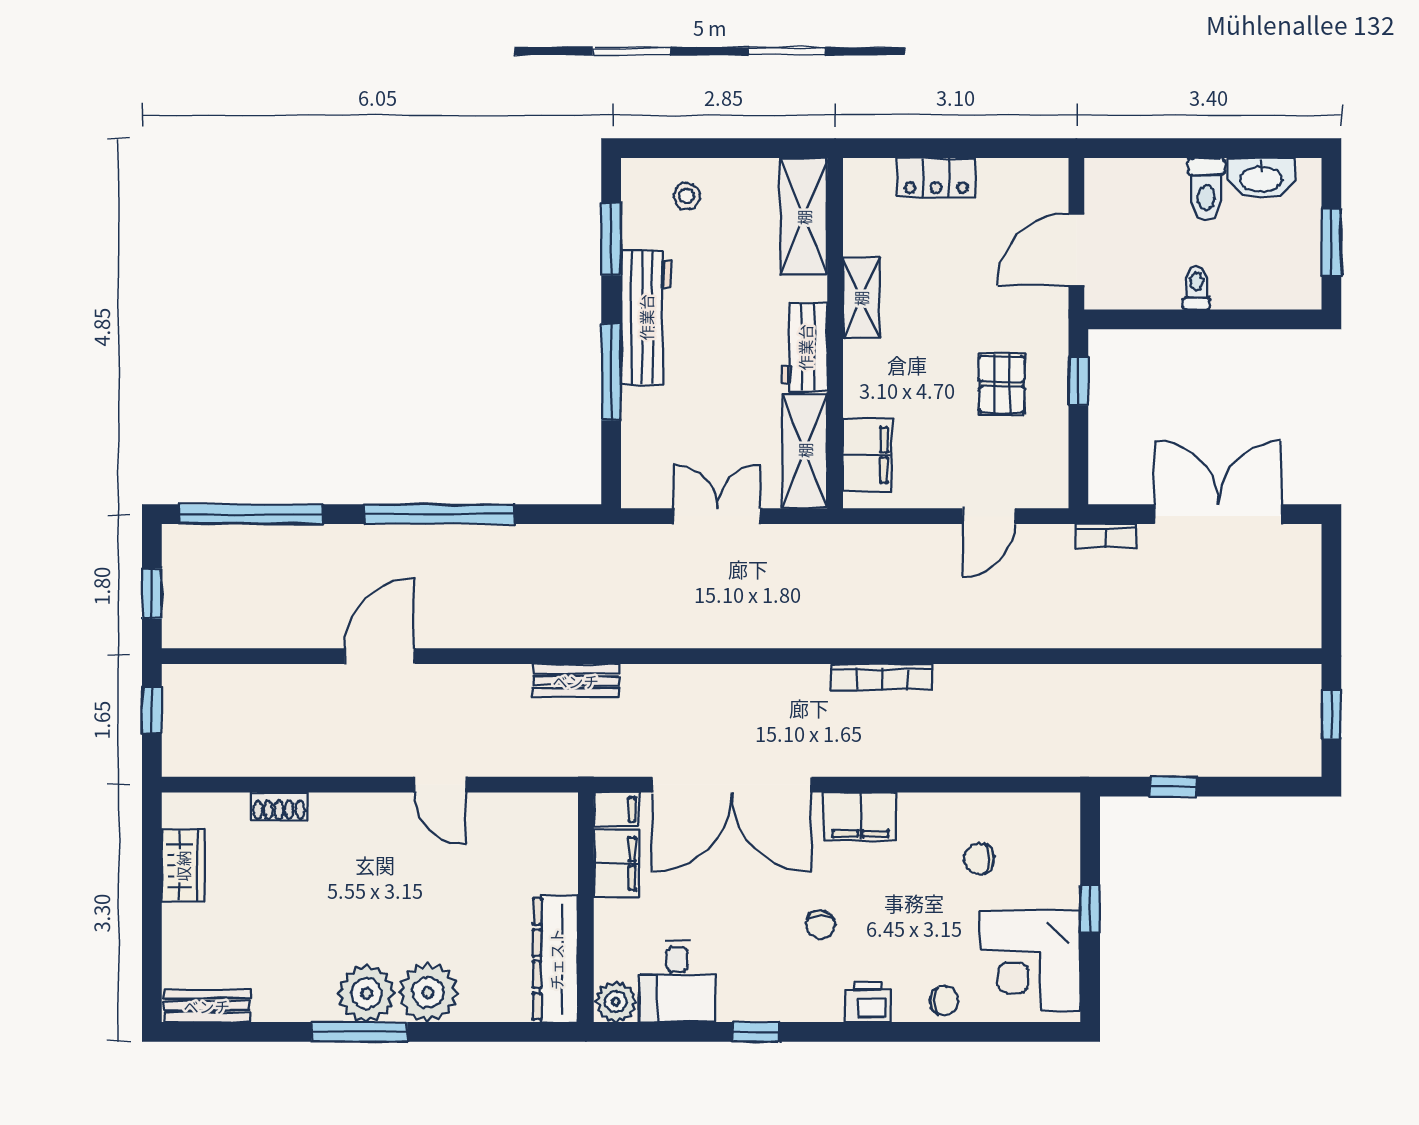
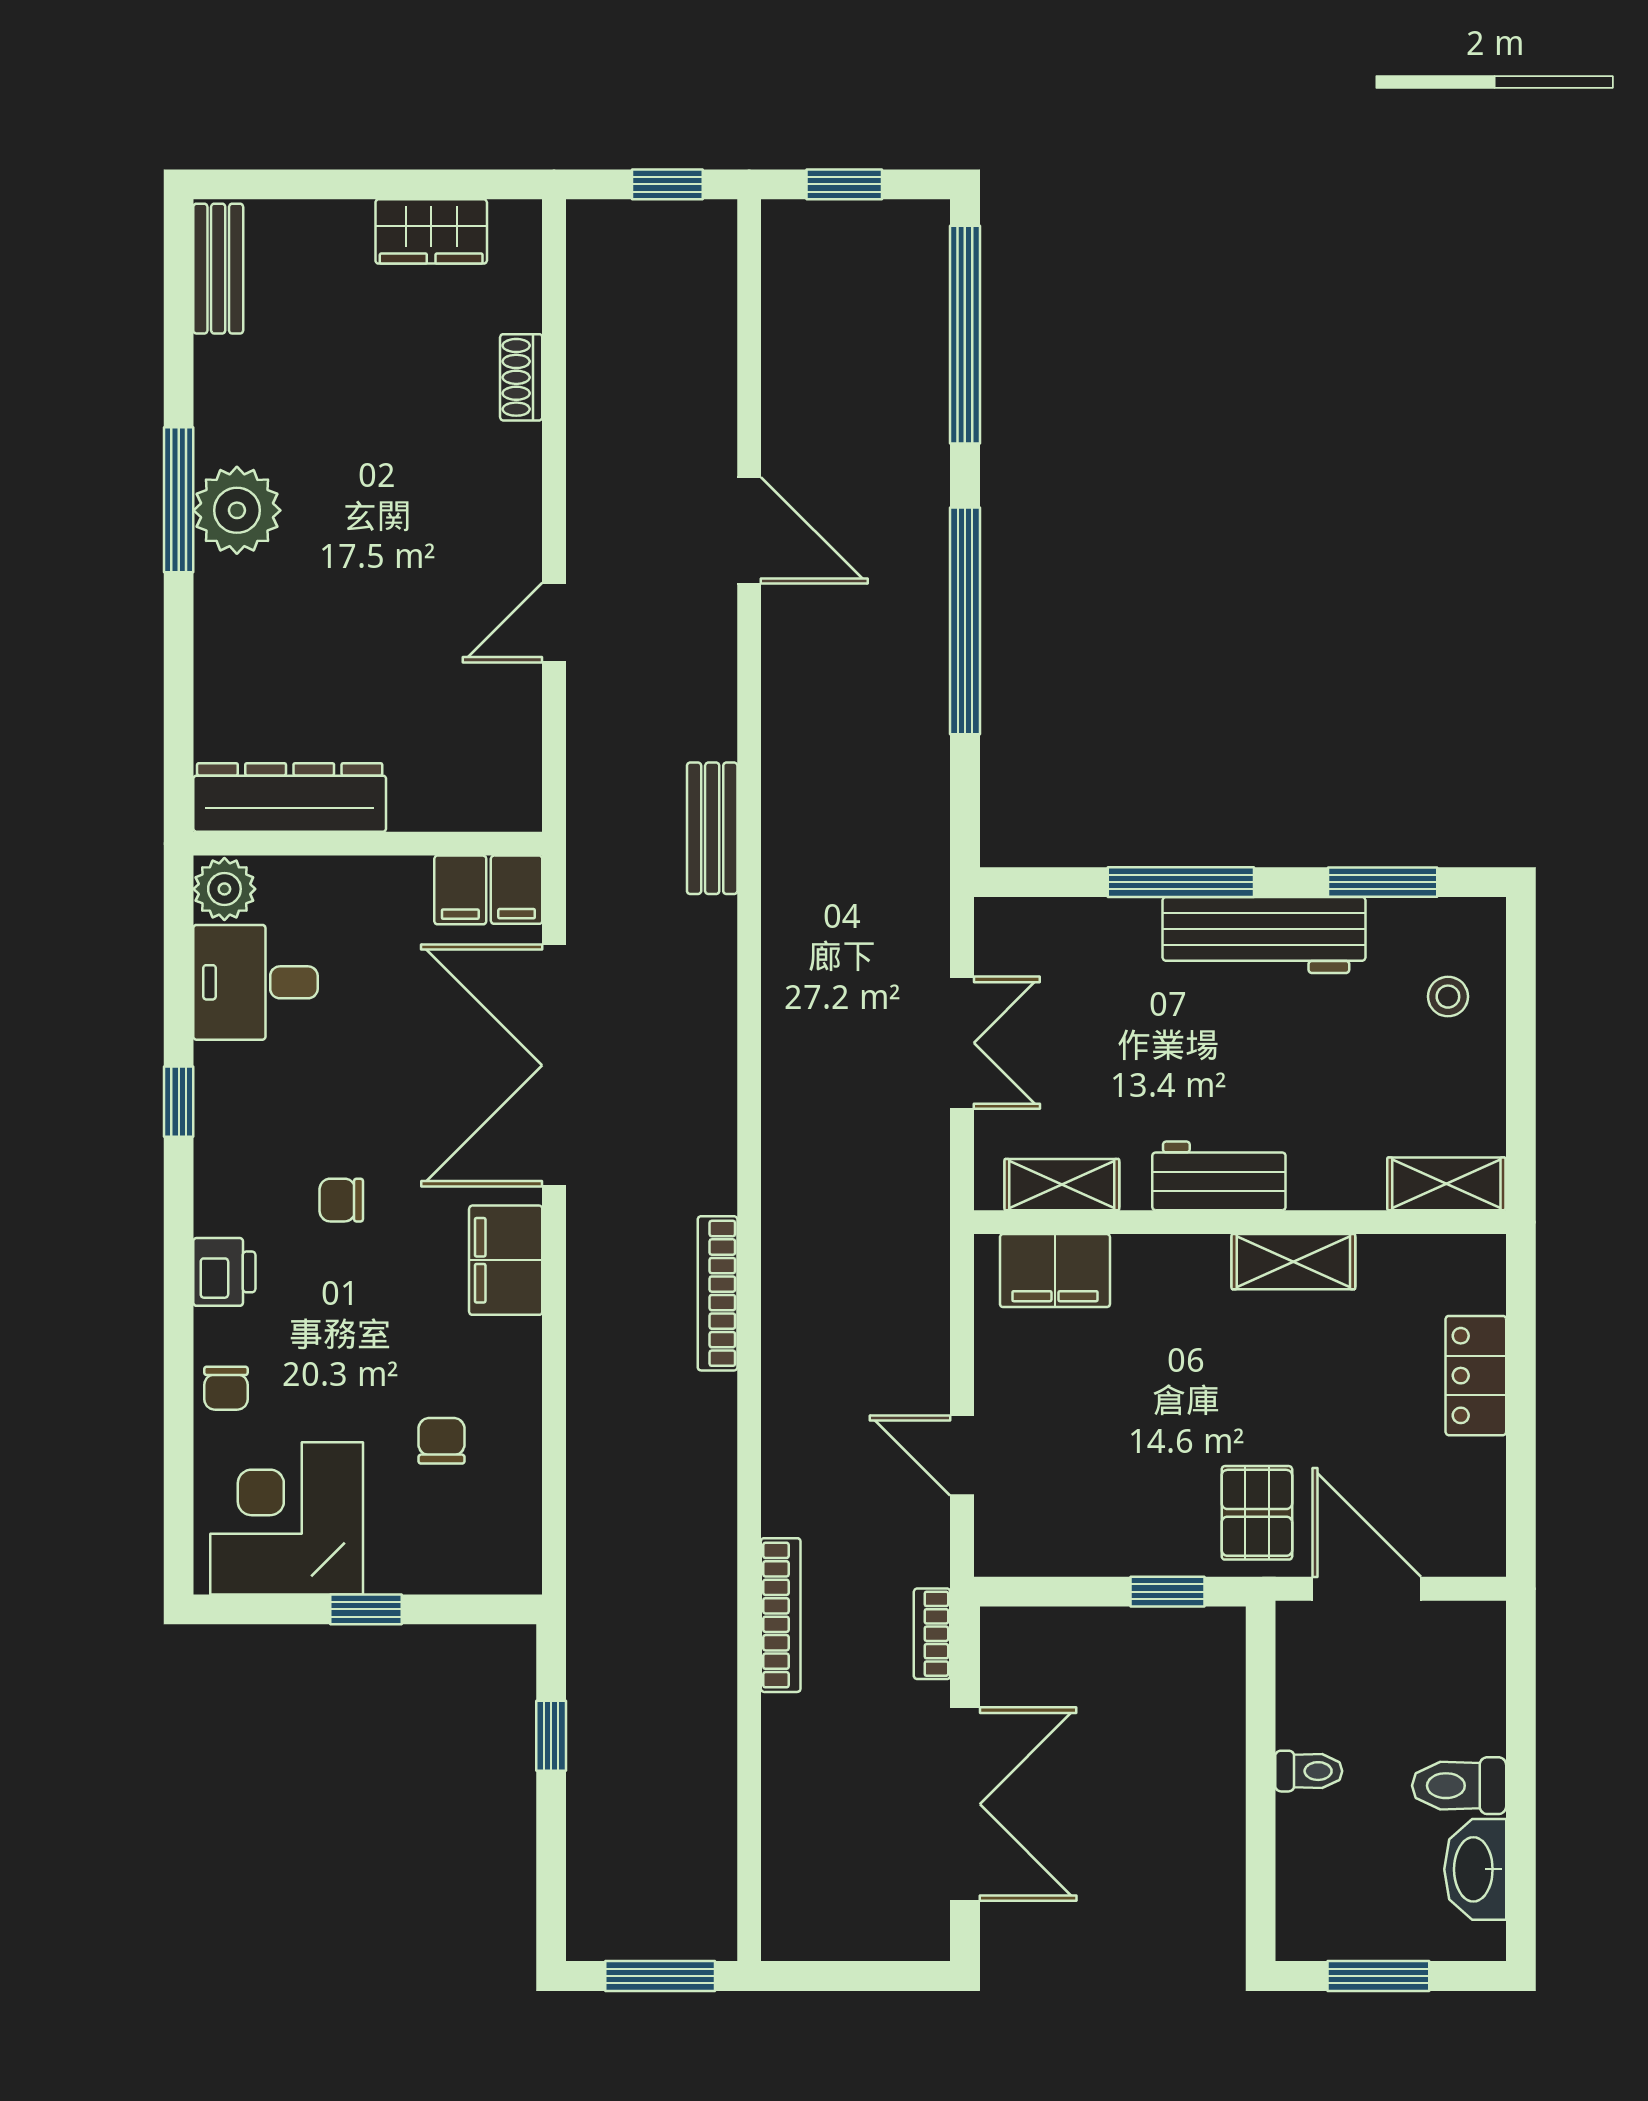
shelving: (804, 217) -> (1446, 1184), width x0.67, depth x0.75
pallet: (1002, 384) -> (1257, 1513), moved, turned 90
shelving: (805, 450) -> (1062, 1185), width x0.67, depth x0.75
bookcase: (1094, 635) -> (781, 1615), added
window: (1331, 715) -> (660, 1976), width x1.50
filing cabinet: (616, 863) -> (460, 890), width x0.50
plant: (428, 992) -> (238, 604), removed

